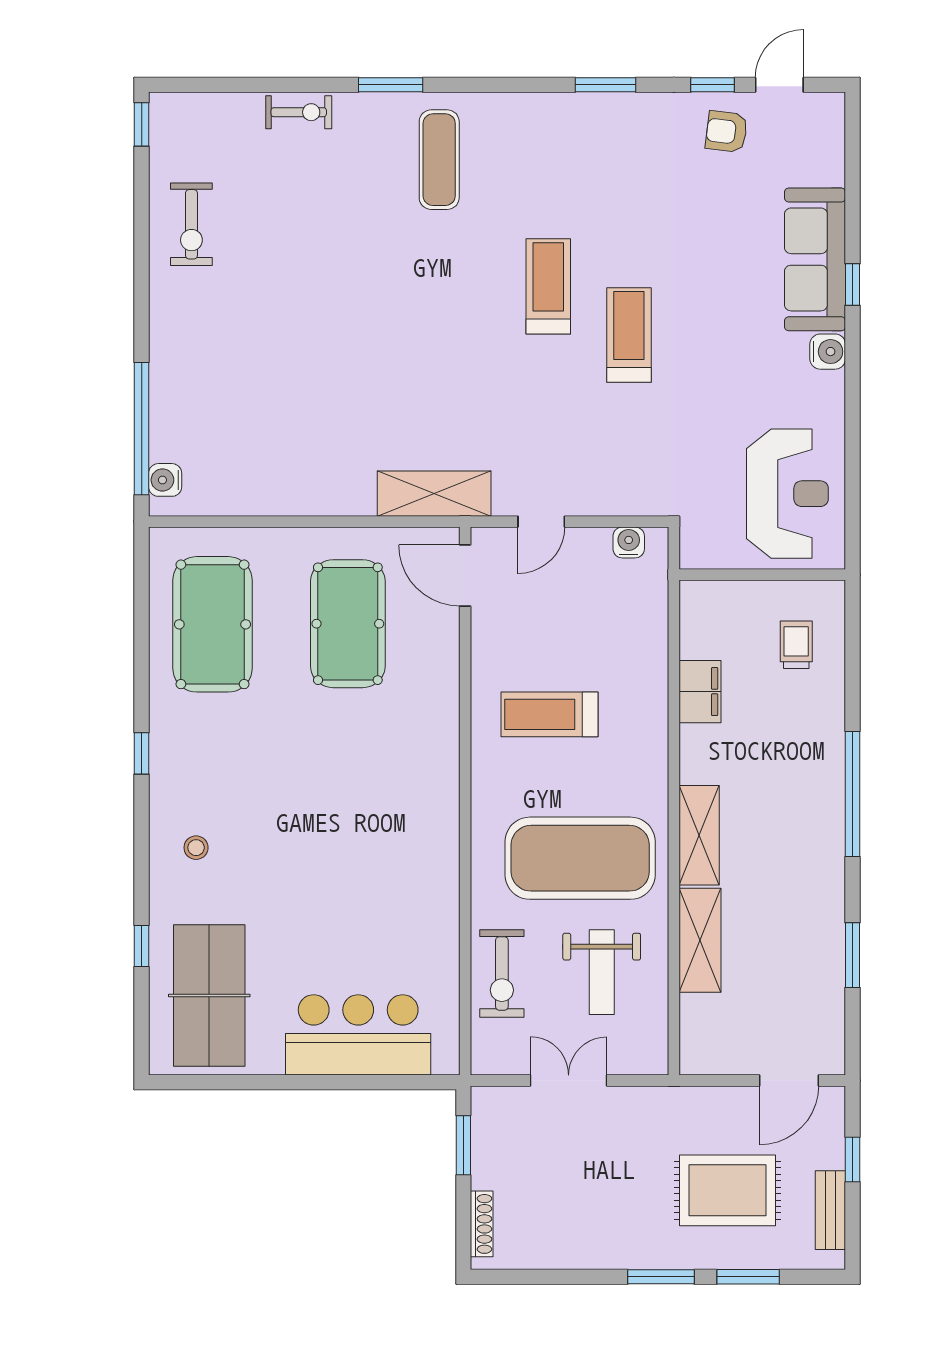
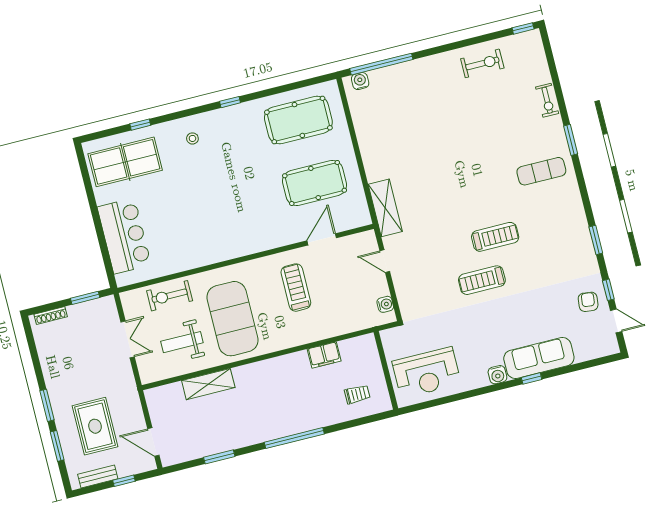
exercise bike: (191, 224) -> (482, 63), turned 180
treadmill: (629, 335) -> (482, 280), turned 180
door: (465, 576) -> (322, 239), moved
shelving: (699, 835) -> (257, 371), removed

